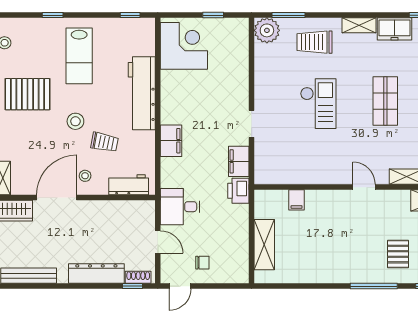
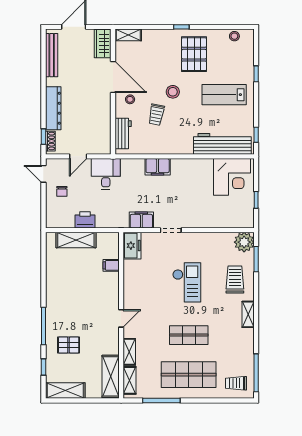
freezer: (395, 29) -> (132, 246), moved, turned 180
workbench: (142, 93) -> (222, 144), moved
checkout: (318, 104) -> (187, 282), turned -90
printer: (238, 191) -> (85, 220), moved

